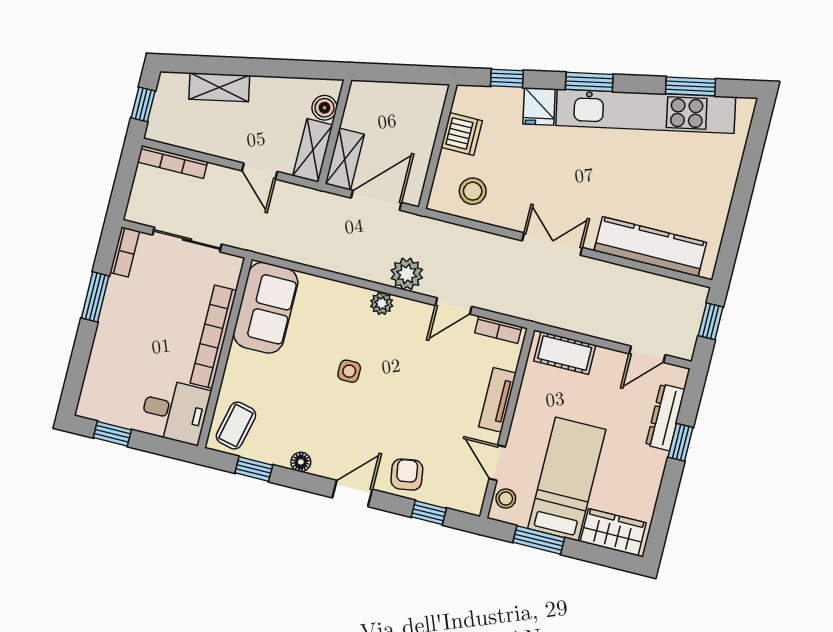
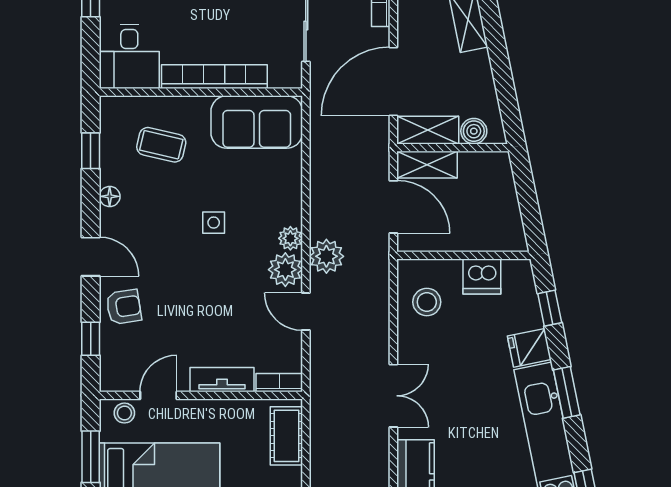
door: (260, 171) -> (393, 81), width x1.87
plant: (410, 315) -> (285, 270), added
bookcase: (498, 330) -> (279, 383), moved, turned 90
coffee table: (236, 426) -> (161, 145), moved

